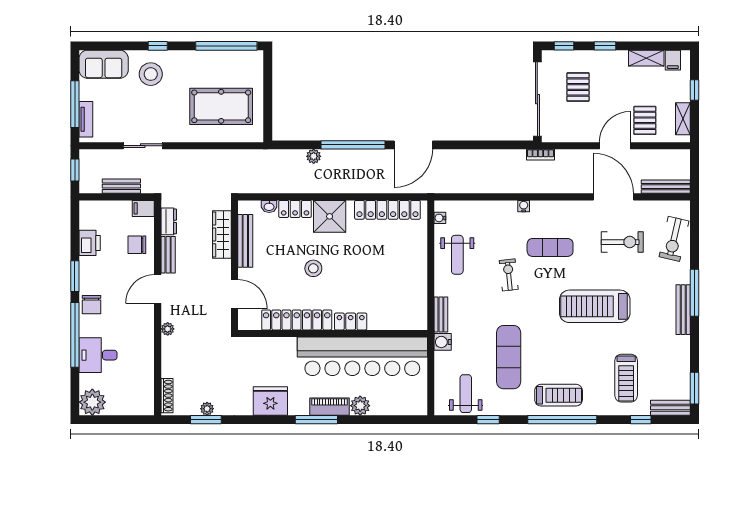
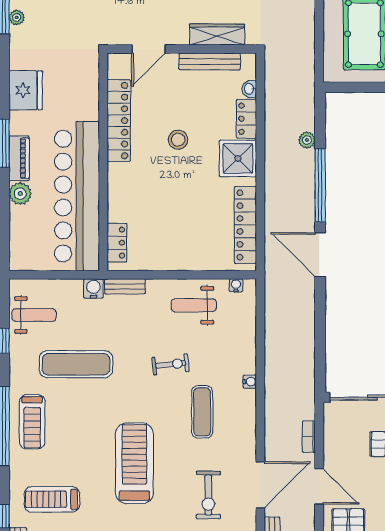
bookcase: (541, 155) -> (309, 437), moved
locker: (351, 321) -> (117, 243), moved

